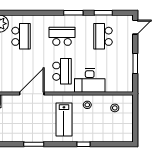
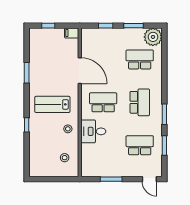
school desk: (21, 36) -> (140, 59), turned 180
school desk: (62, 71) -> (103, 102), turned 180
desk: (90, 81) -> (93, 131), width x0.73

